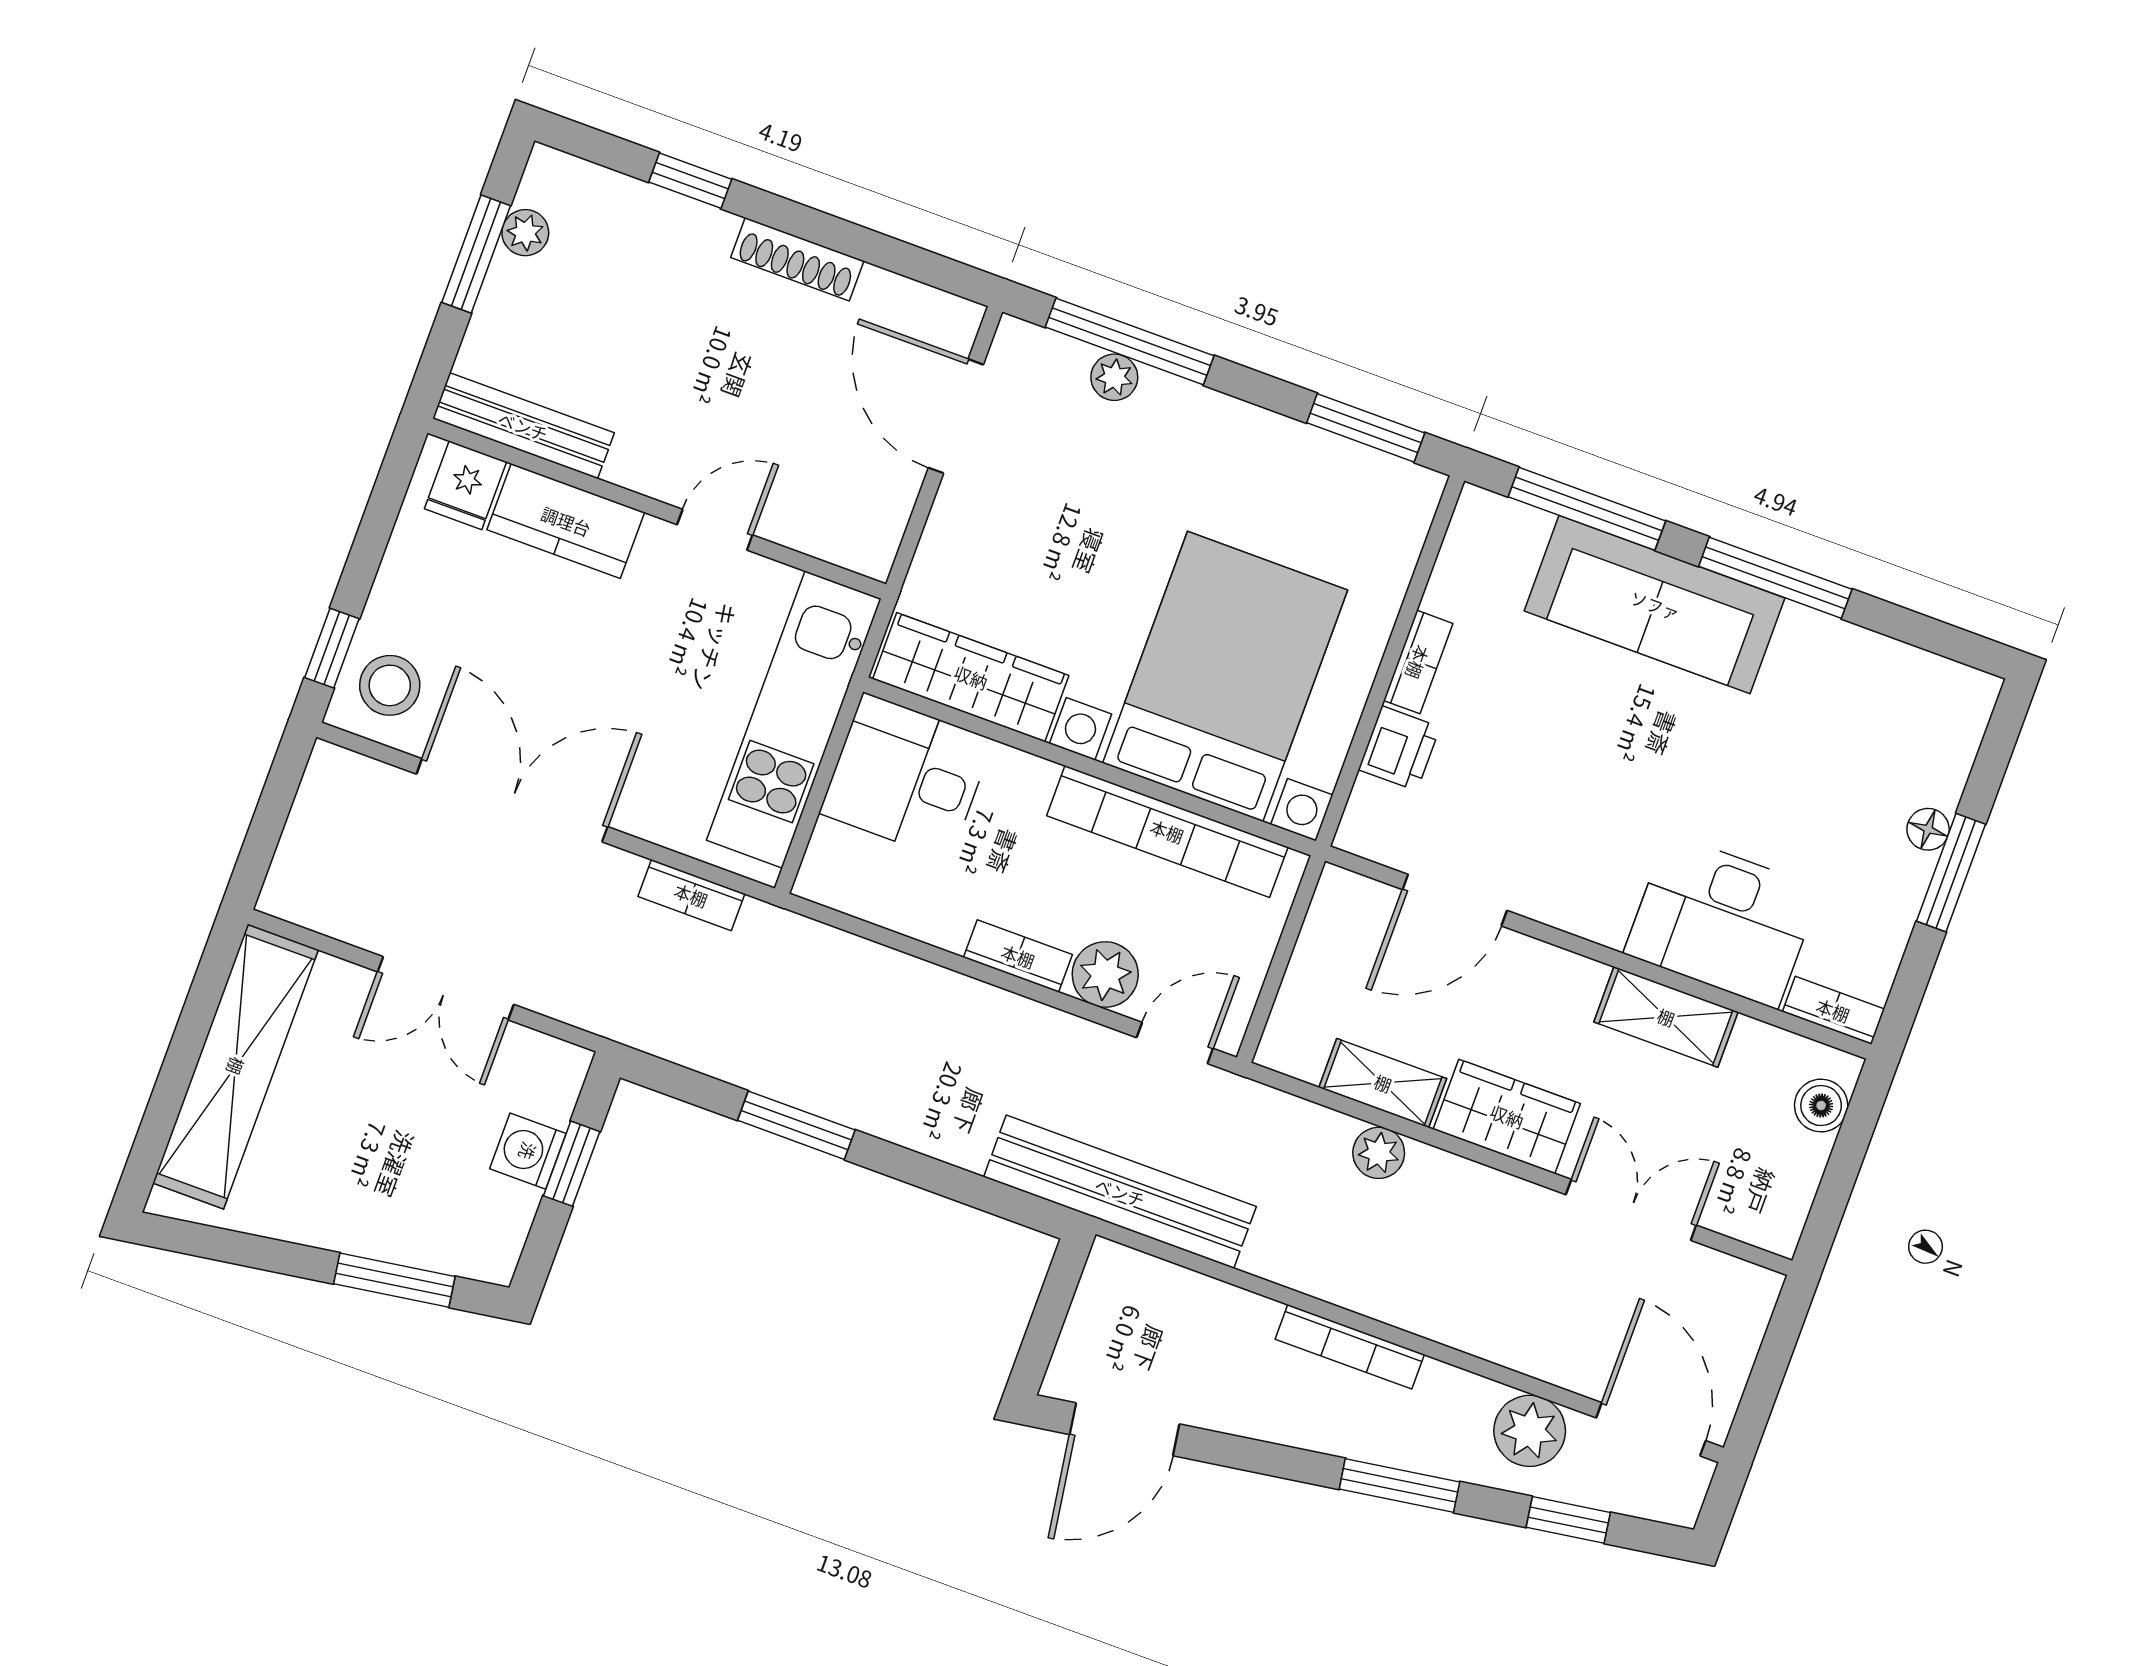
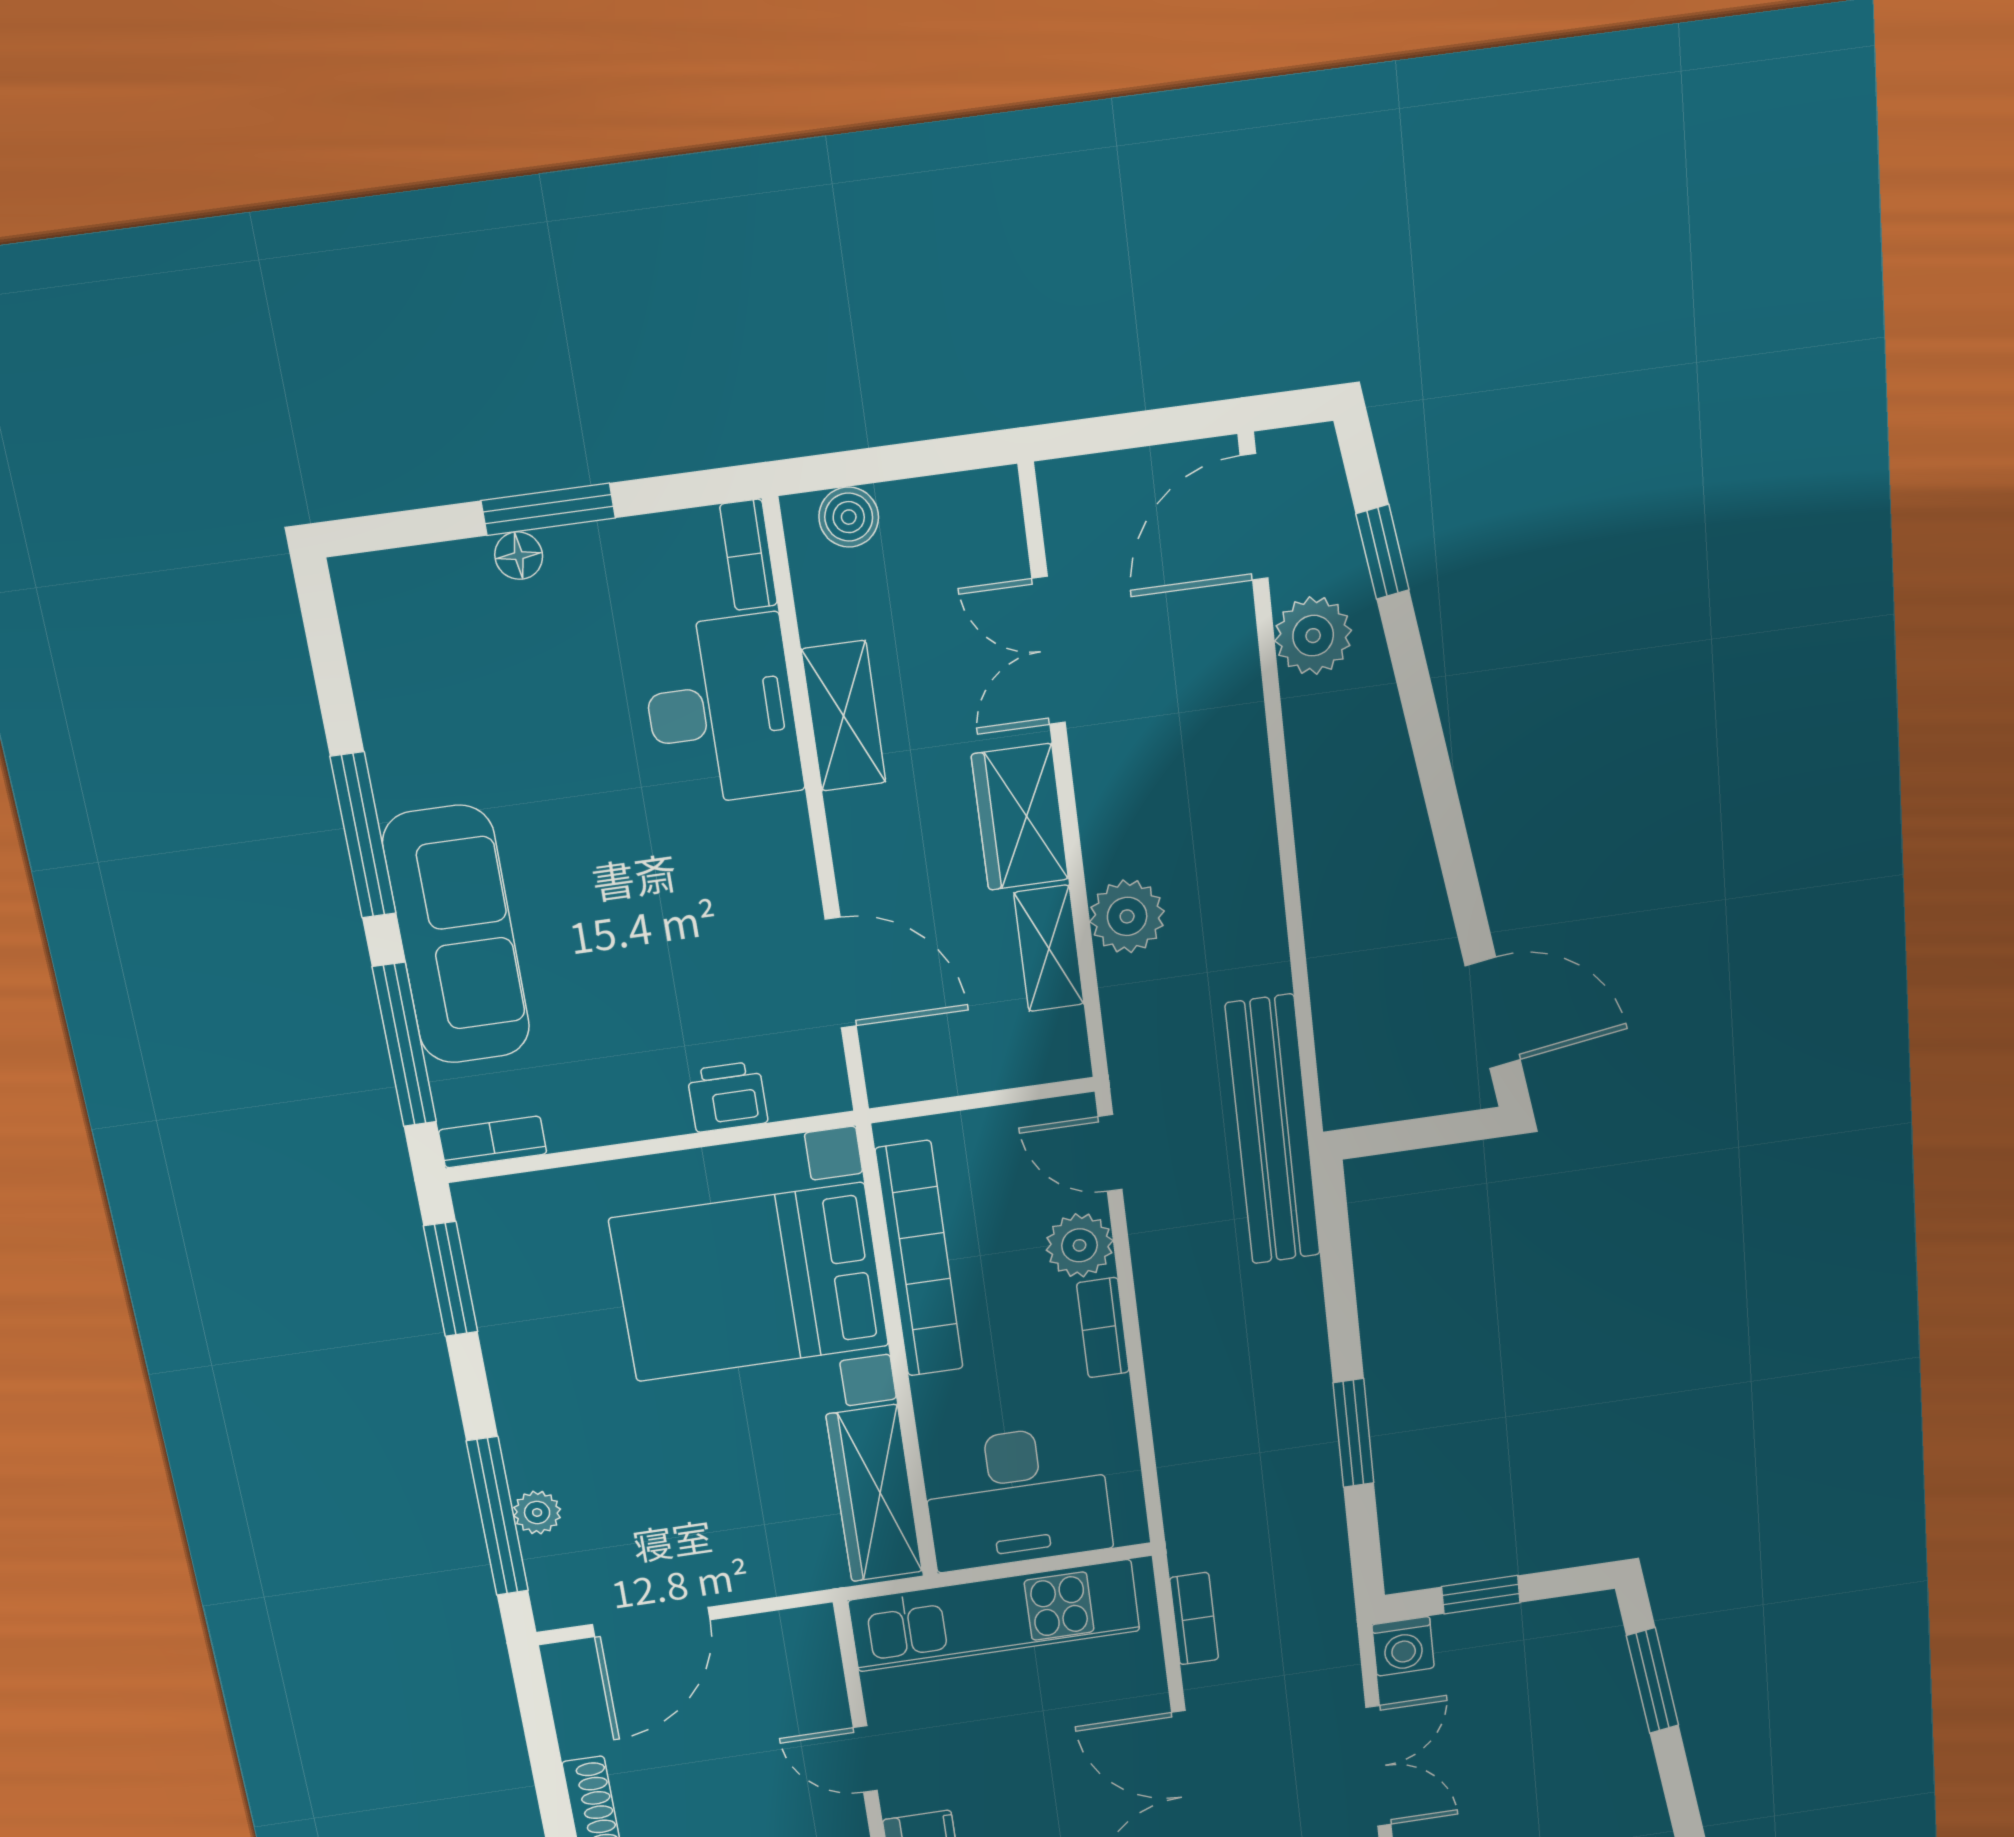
bookcase: (1418, 662) -> (493, 1142), moved
desk: (907, 777) -> (1017, 1497), width x1.37
washing machine: (528, 1151) -> (1403, 1646), moved
plant: (1379, 1153) -> (1127, 916), width x1.38, depth x1.38
bookcase: (1350, 1347) -> (1315, 849), removed
window: (1399, 1485) -> (1426, 733), removed

